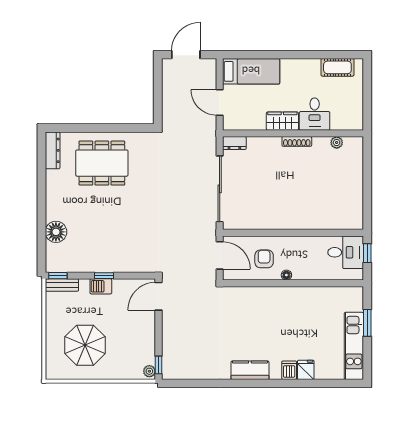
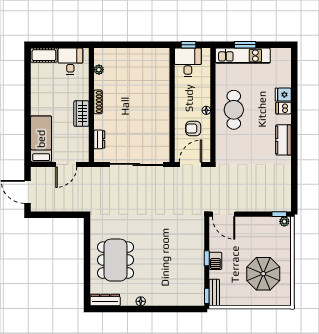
cot: (337, 67) -> (44, 55), moved, turned 90
desk: (315, 114) -> (70, 61), moved, turned -90
dresser: (234, 143) -> (99, 139), moved
floor lamp: (56, 232) -> (141, 301), moved, width x0.53, depth x0.53
cafe table: (287, 309) -> (234, 110), added
kitchen unit: (354, 346) -> (243, 56), moved

